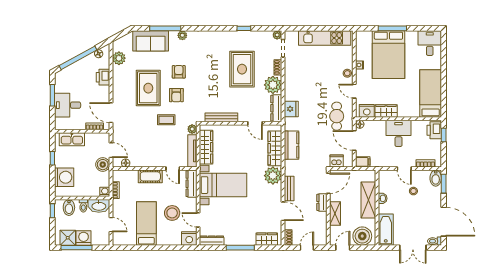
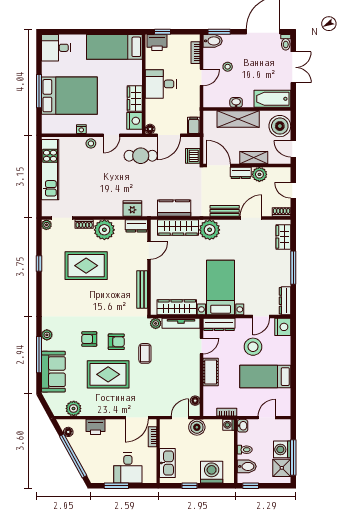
dresser: (276, 108) -> (136, 226), width x0.70
washbasin: (99, 206) -> (242, 426), width x0.52, depth x0.69
plant: (321, 219) -> (259, 174), added

